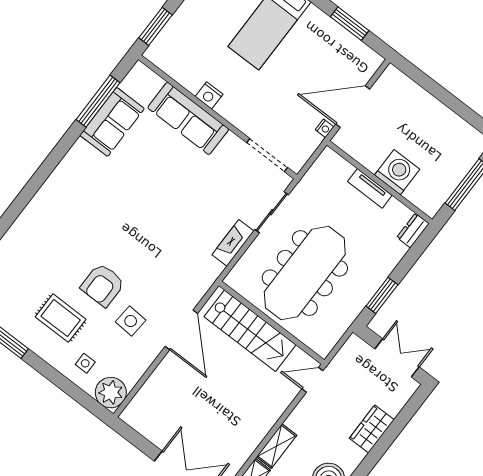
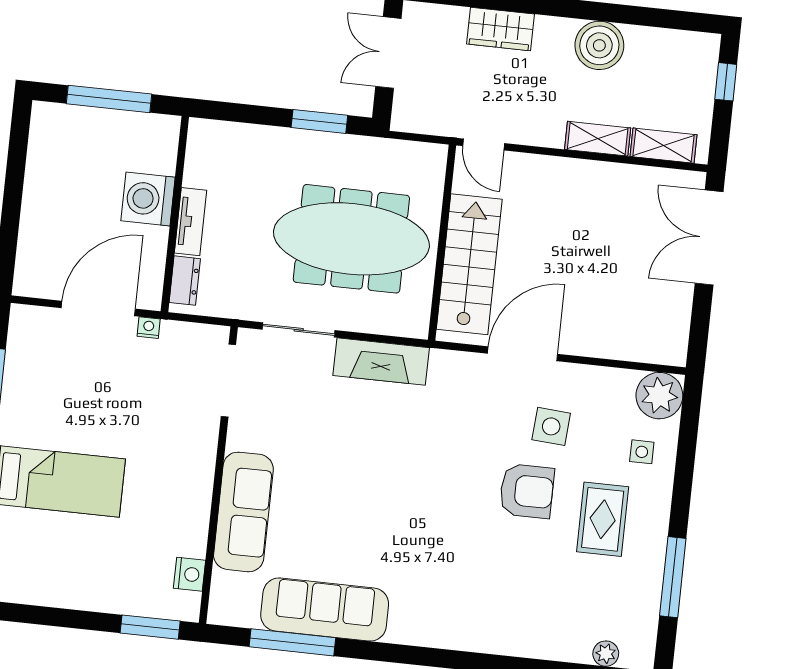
nightstand: (209, 95) -> (190, 574), moved
door: (353, 107) -> (98, 308), swing flipped
sofa: (112, 122) -> (325, 610), width x1.36
dresser: (413, 231) -> (185, 281), moved, turned -90
fireplace: (233, 243) -> (381, 362), width x1.37, depth x1.32

